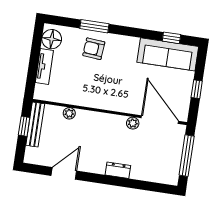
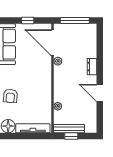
tv unit: (44, 66) -> (33, 128), width x1.41
door: (160, 120) -> (53, 43), hinge flipped
door: (64, 173) -> (100, 93), moved

